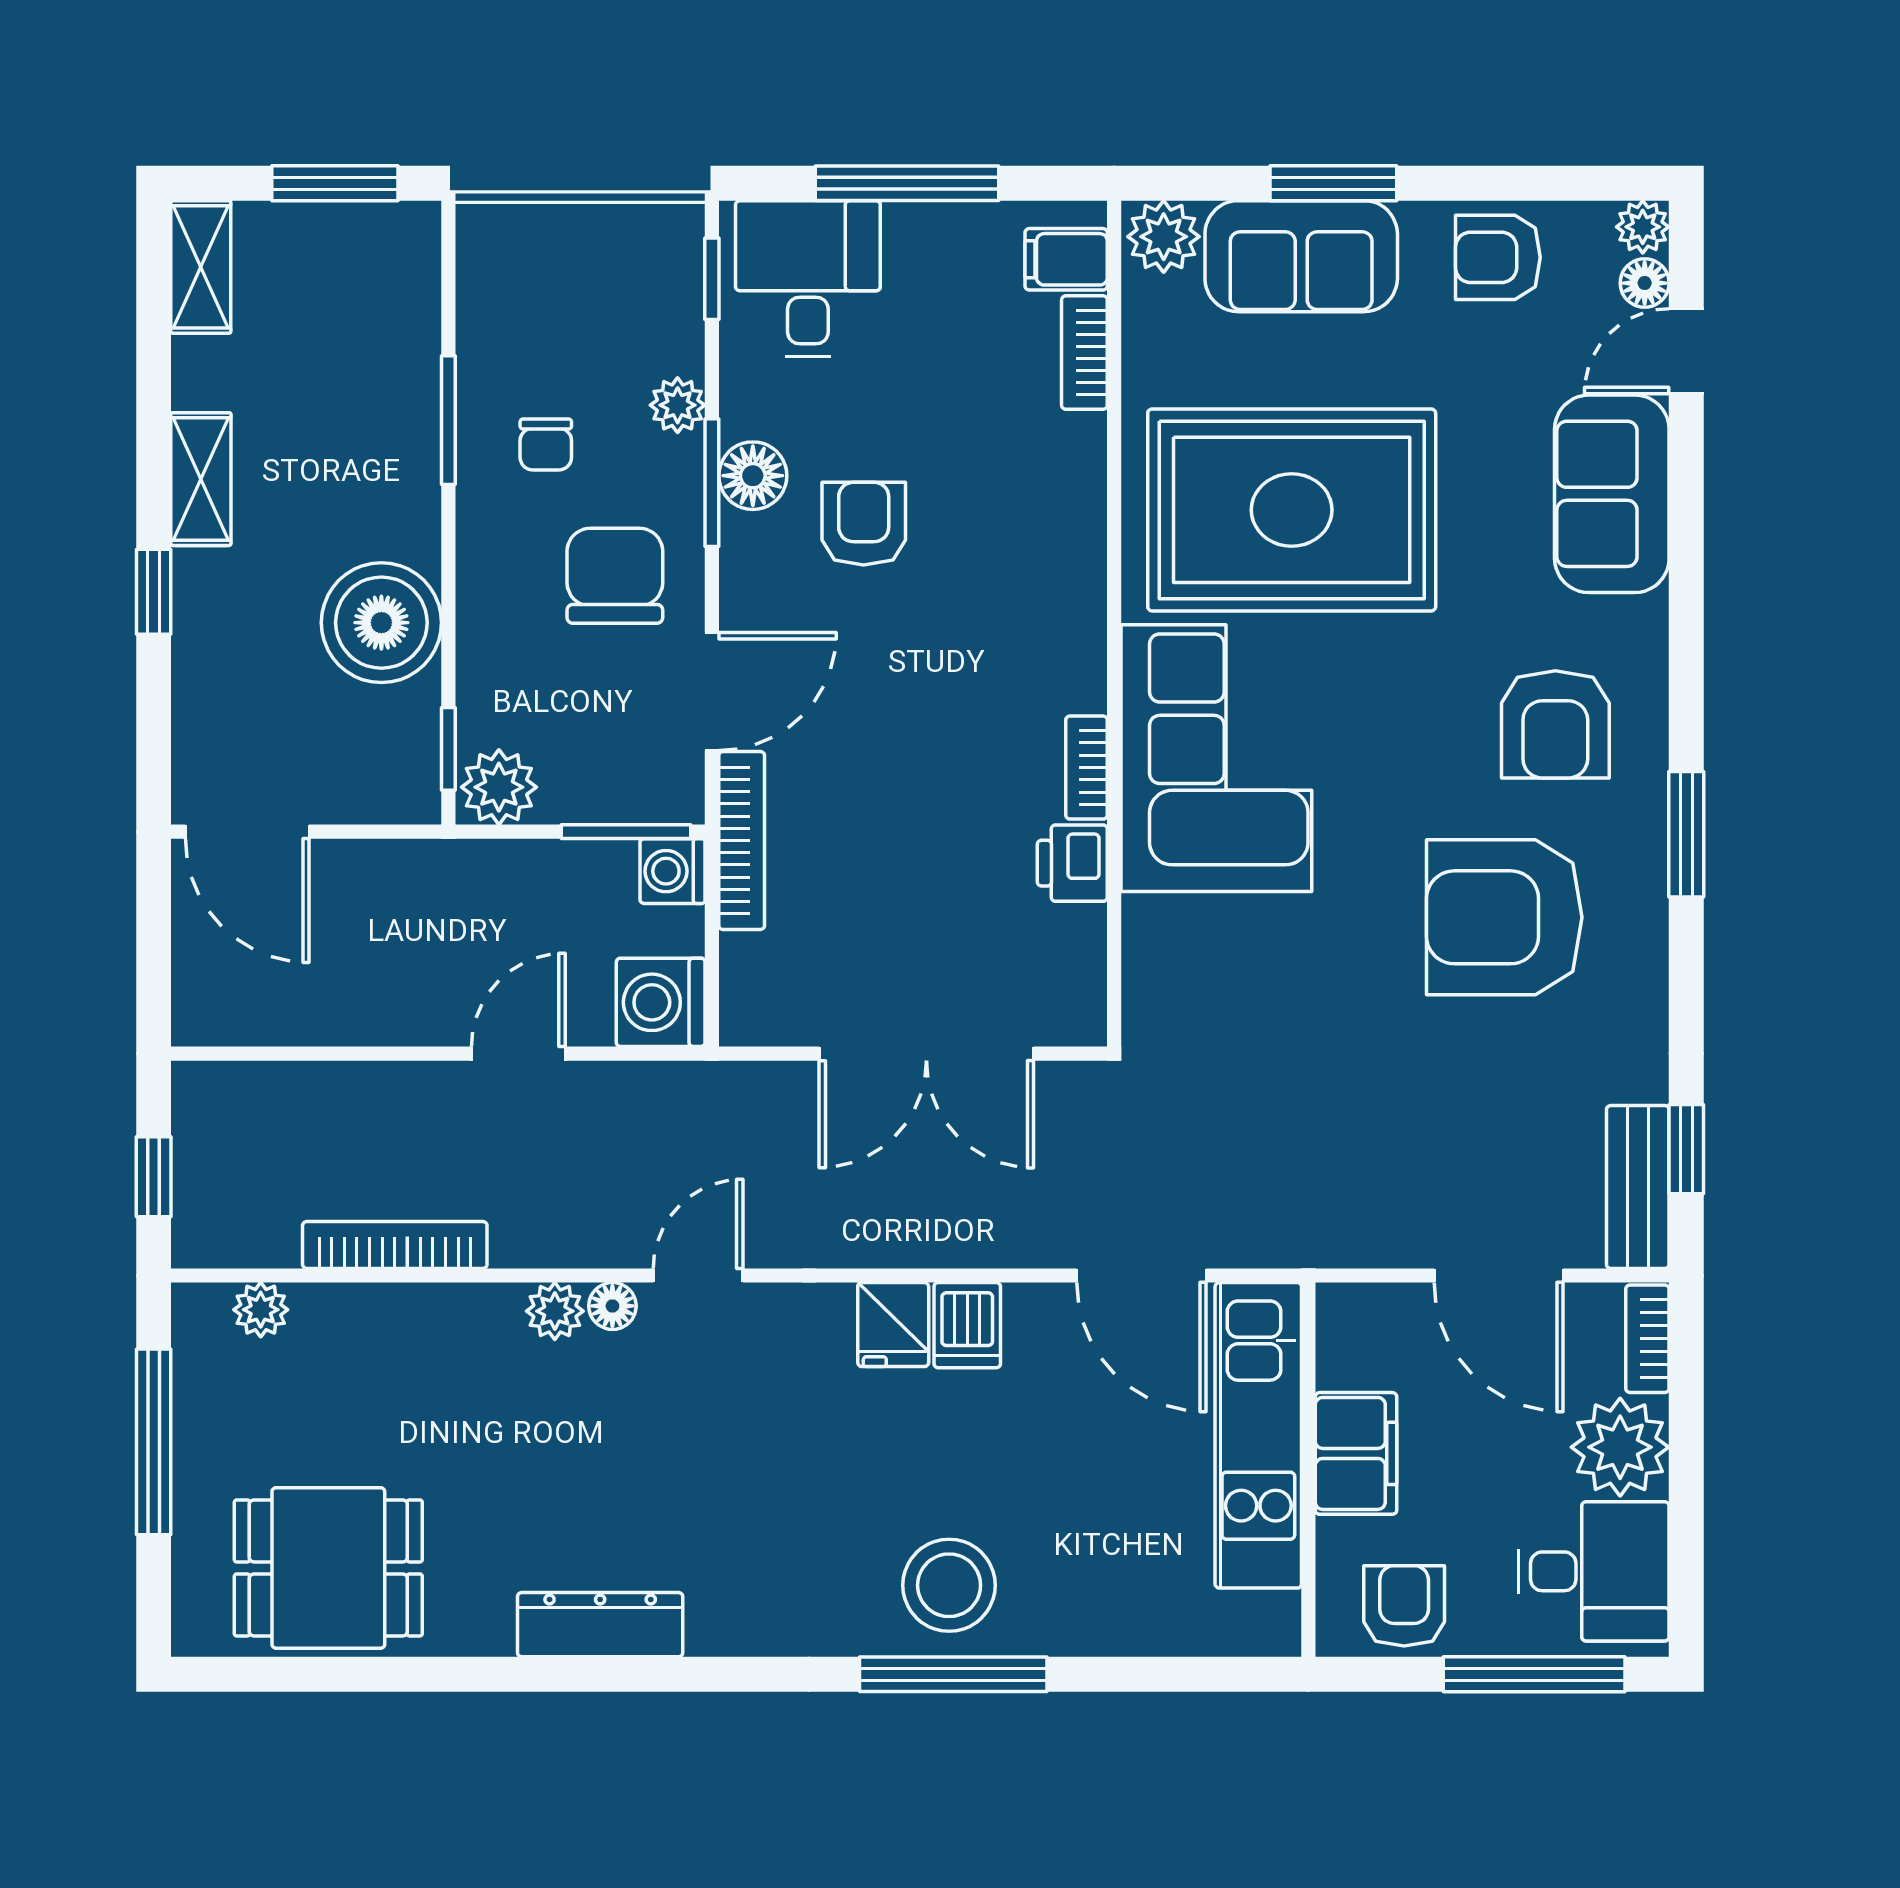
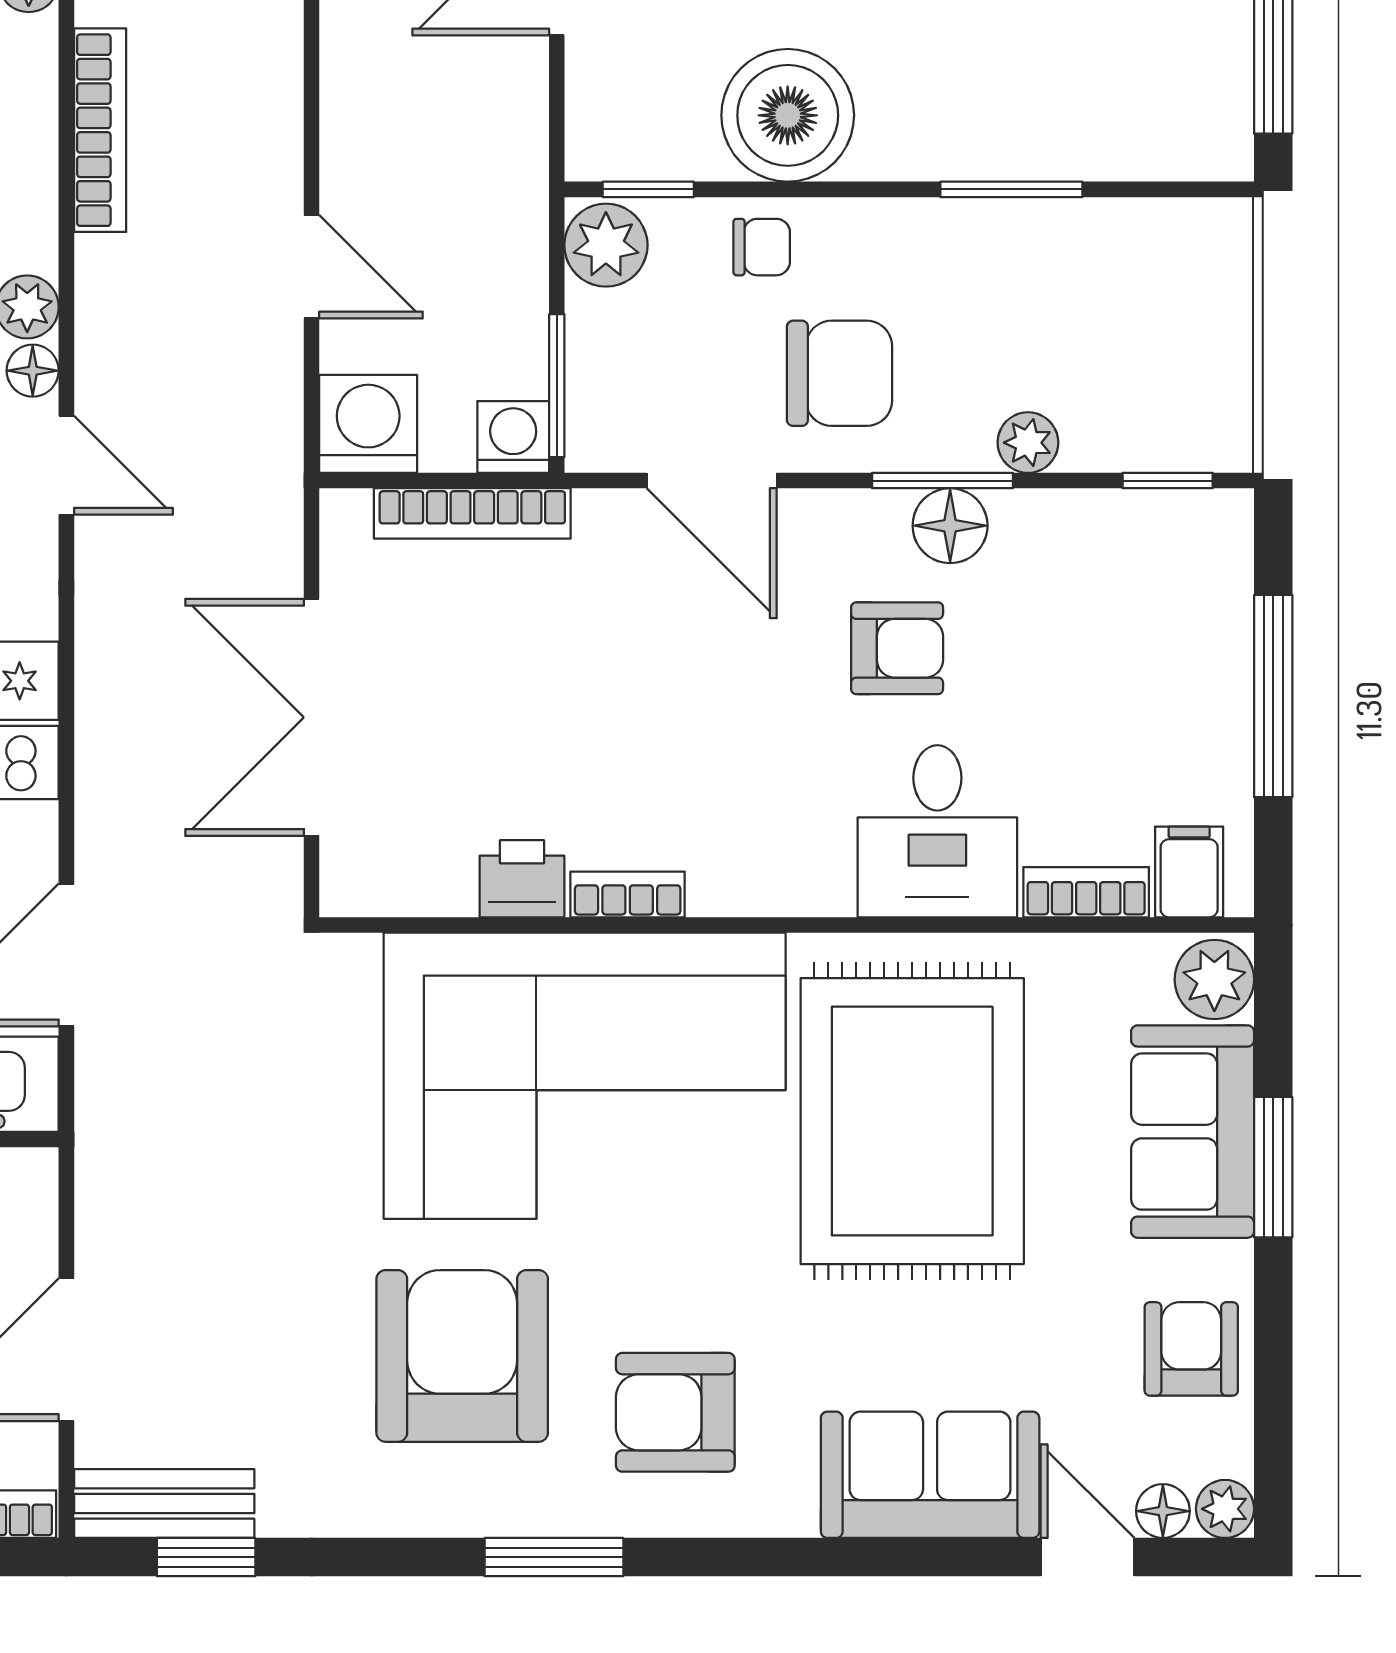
desk: (808, 278) -> (937, 831), moved, turned 90
chair: (546, 444) -> (762, 247), moved, turned 180
corner sofa: (1216, 758) -> (585, 1076), width x1.36, depth x1.36
bookcase: (742, 841) -> (472, 513), moved

